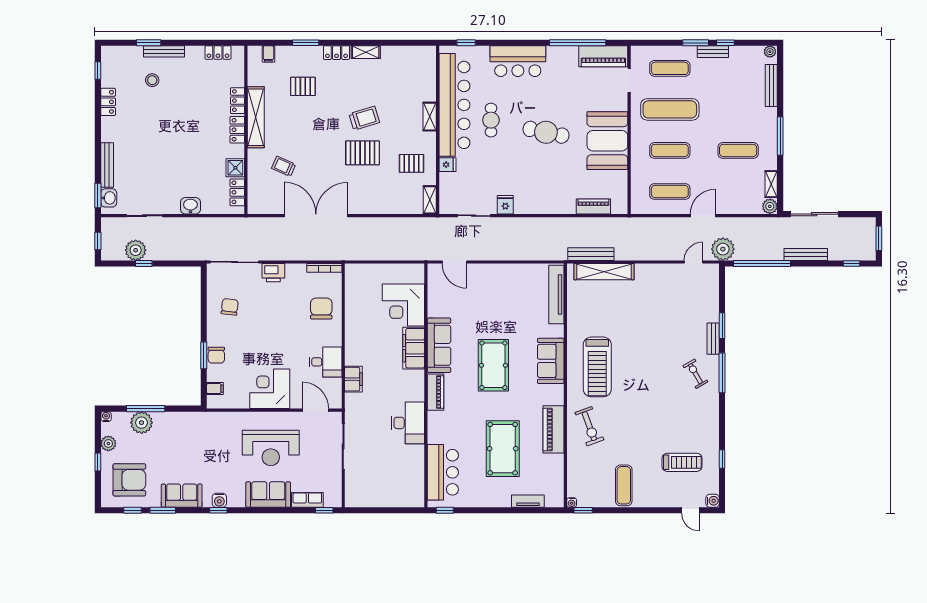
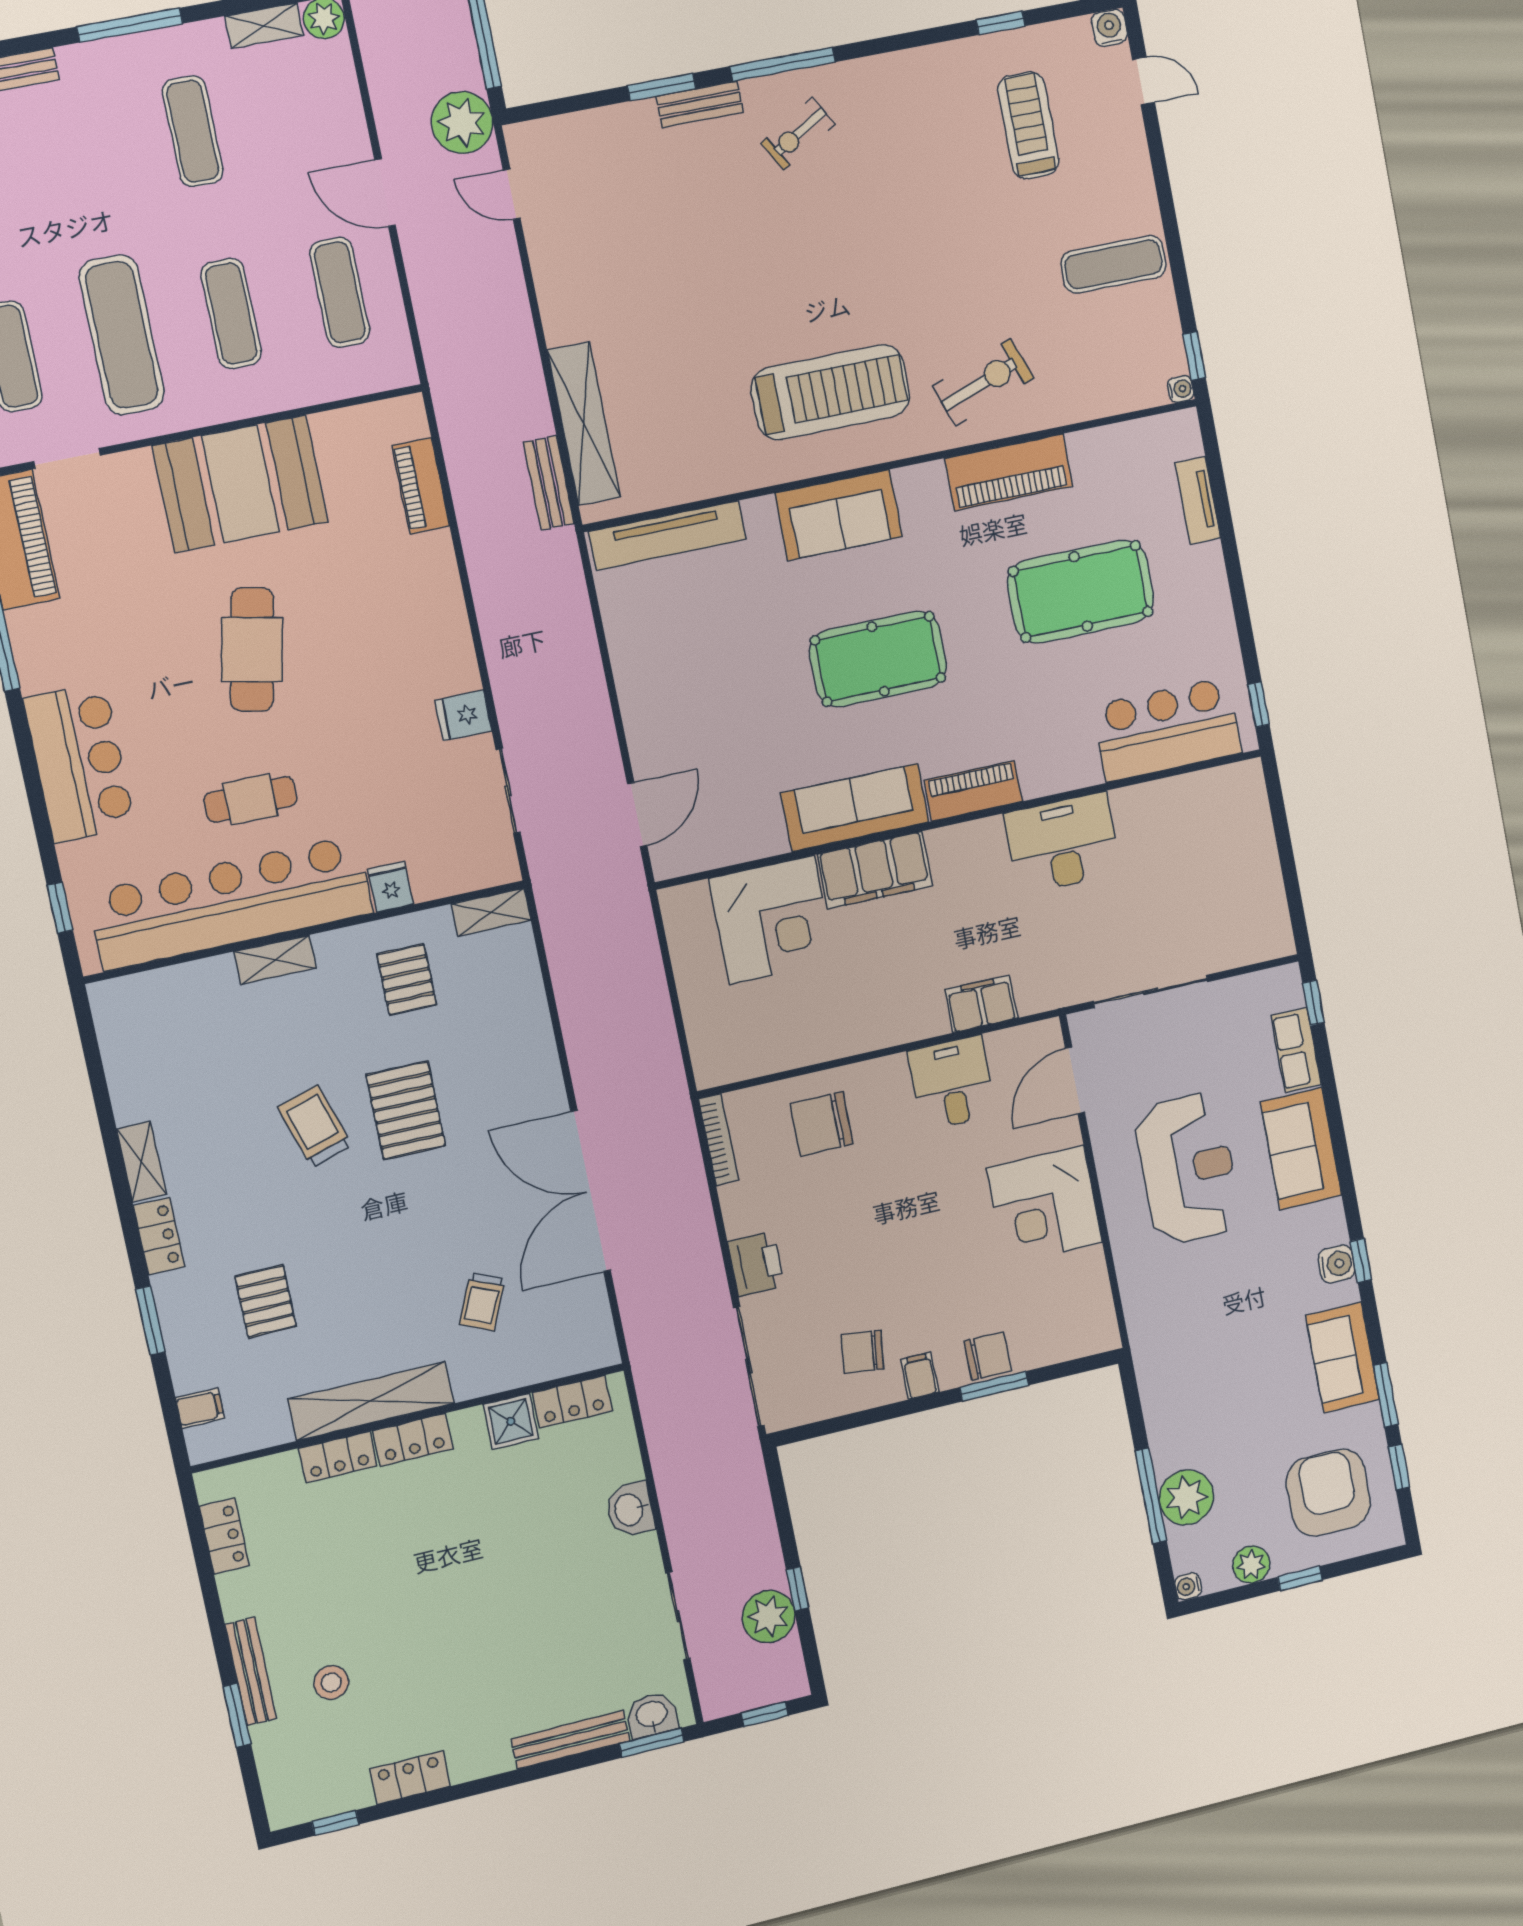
bench: (591, 254) -> (549, 483), width x0.73
filing cabinet: (215, 389) -> (920, 1376), moved
door: (690, 510) -> (1144, 81), hinge flipped

